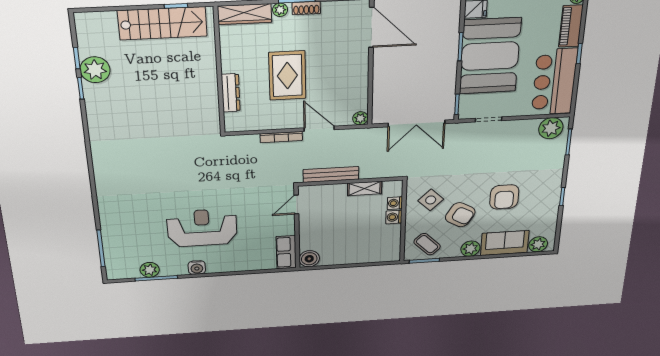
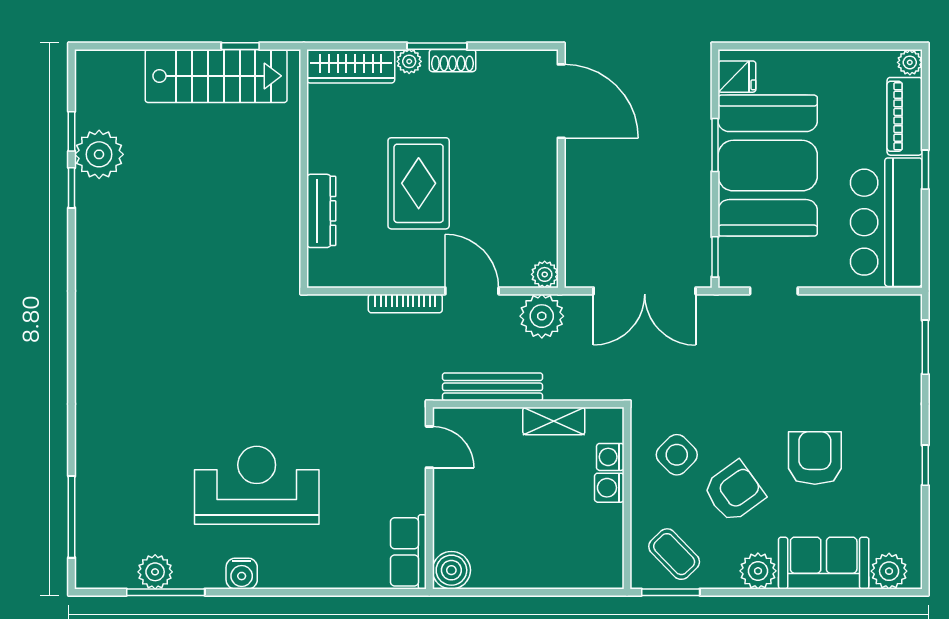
plant: (551, 128) -> (542, 316), moved
armchair: (504, 197) -> (815, 458), turned 180
door: (296, 205) -> (429, 447), swing flipped
armchair: (460, 215) -> (734, 492), turned -66

